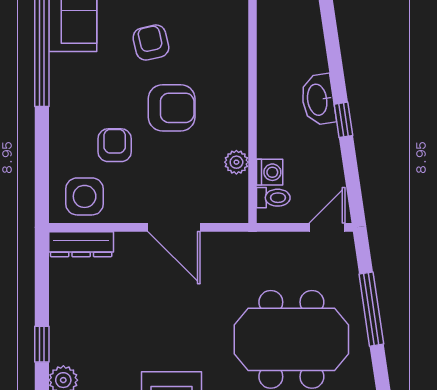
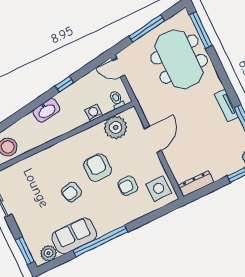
washbasin: (318, 100) -> (46, 110), moved
plant: (236, 162) -> (116, 127), width x1.87, depth x1.87
washing machine: (270, 172) -> (94, 113), moved
dresser: (81, 244) -> (196, 184), moved, turned -90

